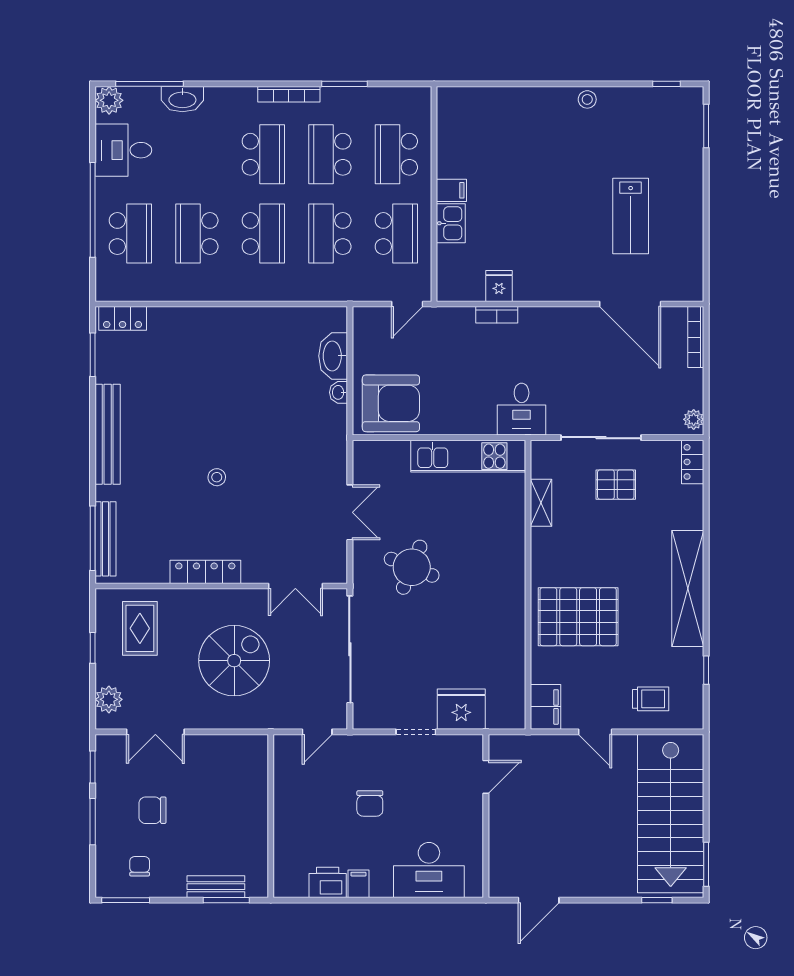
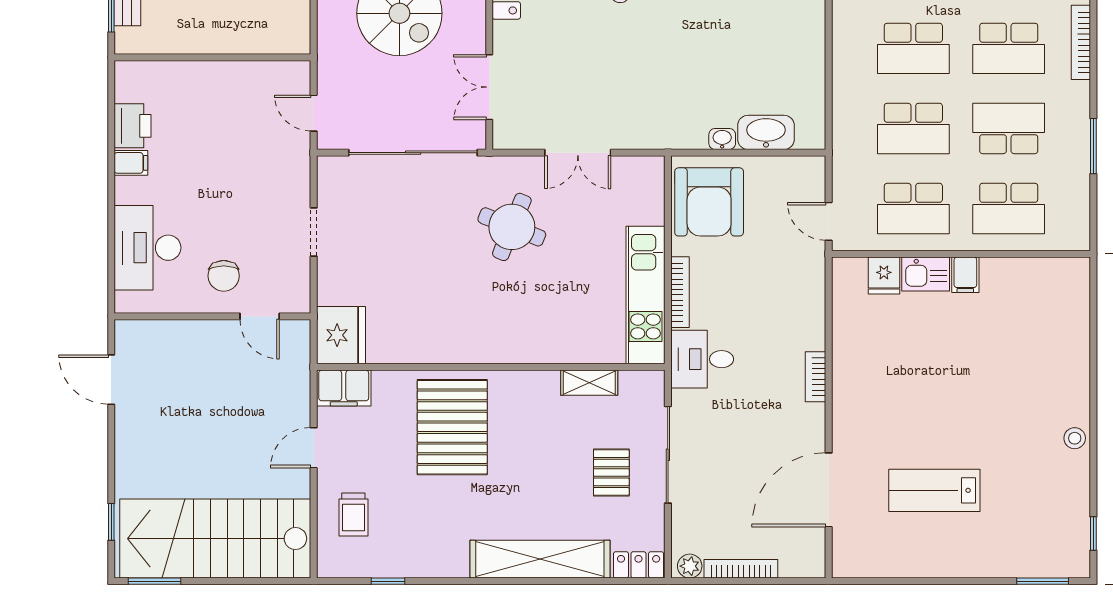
bookcase: (289, 94) -> (1081, 42), moved
school desk: (396, 154) -> (1009, 208), turned 180
school desk: (330, 234) -> (913, 128), turned 180
fridge: (499, 286) -> (884, 275), moved, turned 90
bookcase: (497, 315) -> (816, 377), moved
bookcase: (696, 337) -> (741, 569), moved
bookcase: (466, 428) -> (680, 292), added
shelving: (688, 588) -> (540, 559), moved
fridge: (461, 709) -> (341, 335), moved
chair: (370, 803) -> (224, 276), moved, turned -90

